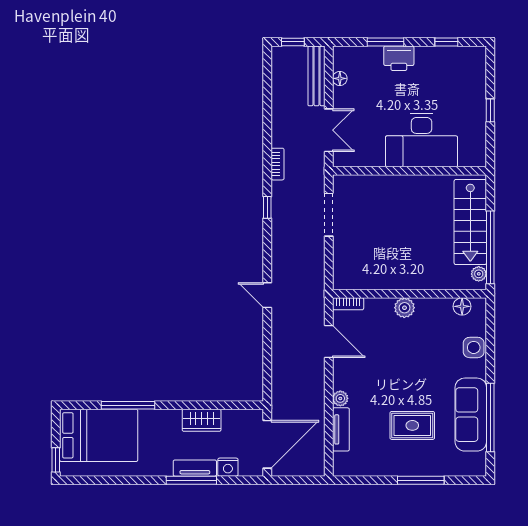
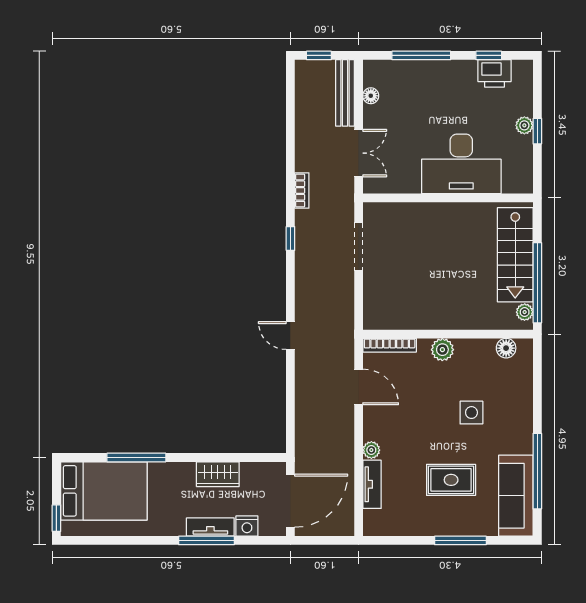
window: (385, 42) -> (421, 55), width x1.44
printer: (399, 58) -> (494, 73), moved
plant: (478, 105) -> (524, 125), added
bookcase: (348, 304) -> (390, 345), width x1.56
side table: (474, 347) -> (471, 413), moved
sofa: (471, 415) -> (516, 496), moved

